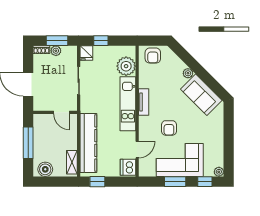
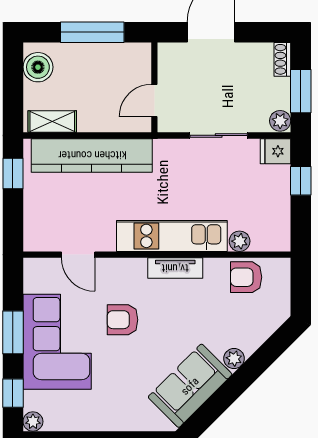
plant: (56, 51) -> (280, 121), moved
armchair: (153, 56) -> (246, 277), moved
plant: (126, 66) -> (240, 241), width x0.53, depth x0.53
dishwasher: (128, 167) -> (42, 236), removed

